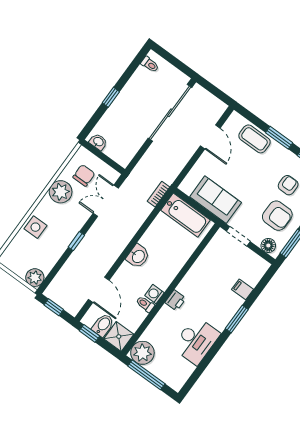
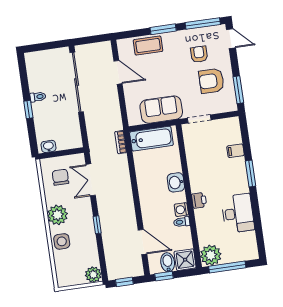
toilet: (150, 64) -> (38, 97), moved
plant: (61, 192) -> (57, 215), moved
armchair: (277, 216) -> (211, 81), turned 180
floor lamp: (268, 246) -> (224, 106), removed
washbasin: (138, 256) -> (176, 182), moved, turned 180

